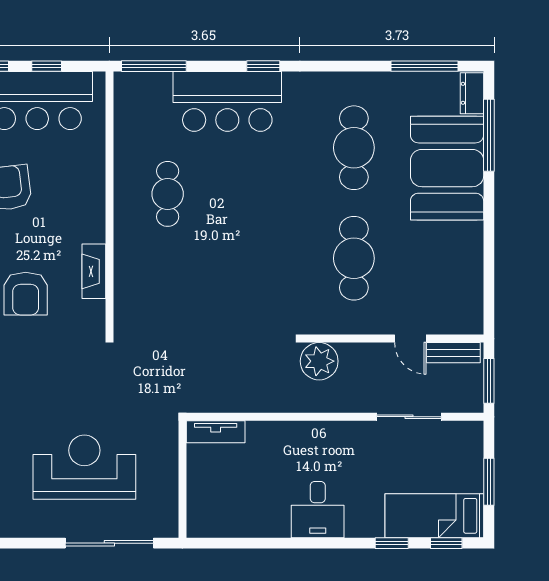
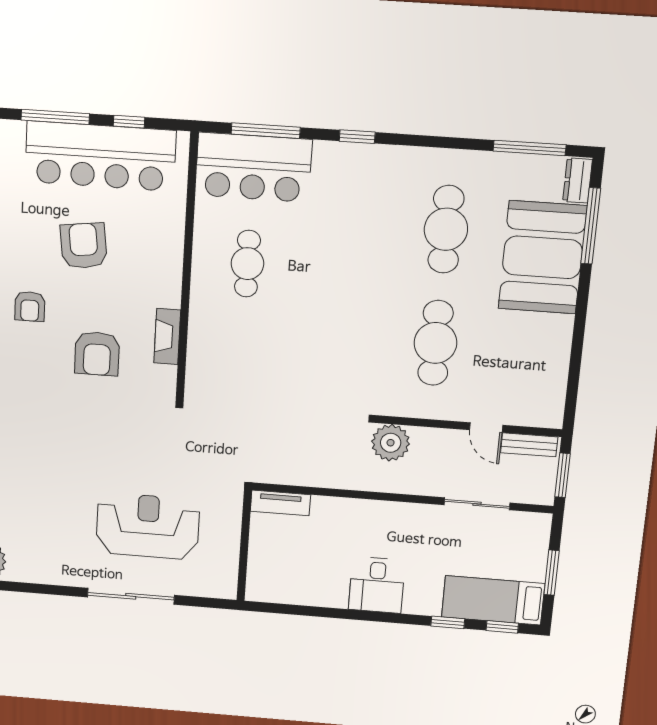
window: (154, 66) -> (266, 131), moved
bar counter: (227, 101) -> (253, 167), moved
sliding door: (109, 543) -> (131, 596), moved

